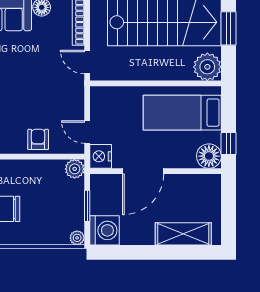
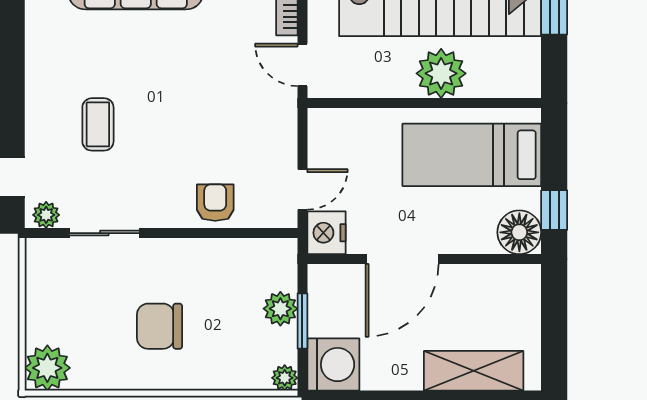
plant: (207, 67) -> (441, 73), moved
door: (87, 132) -> (302, 189), swing flipped
plant: (75, 169) -> (280, 309), moved

